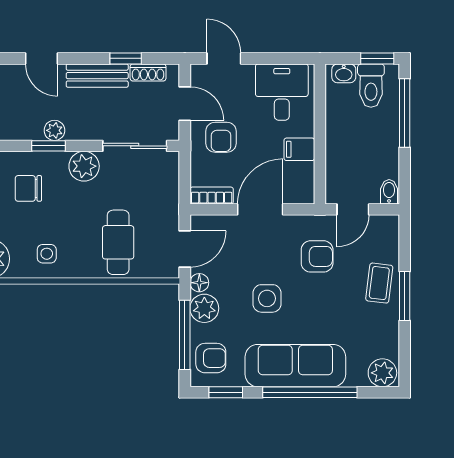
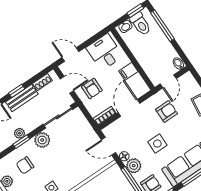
window: (126, 58) -> (17, 91), moved
cafe table: (118, 242) -> (78, 162), removed
door: (185, 249) -> (108, 146), swing flipped

